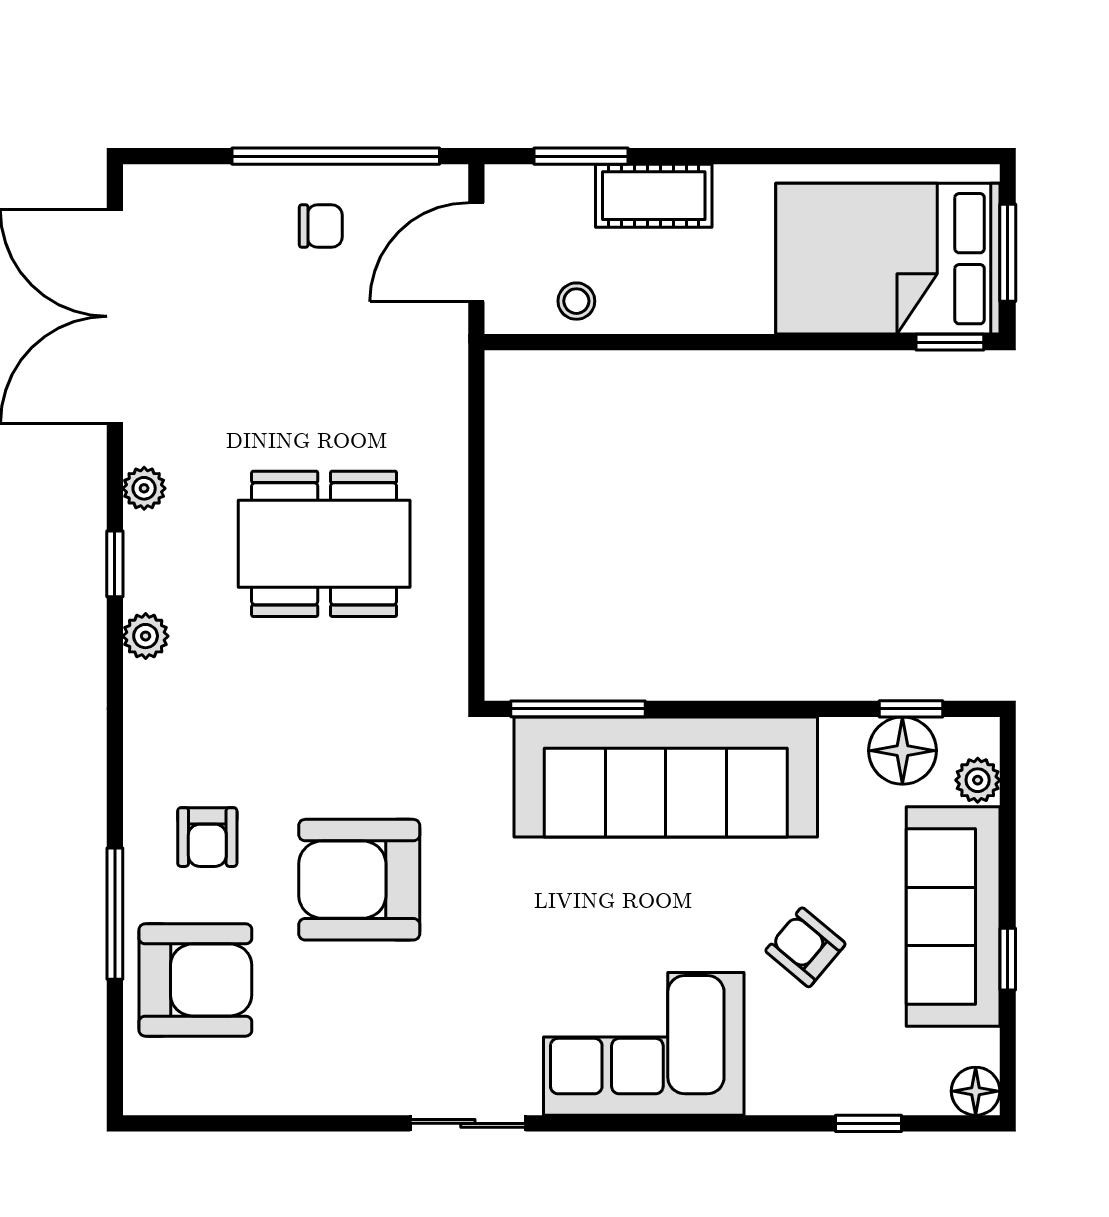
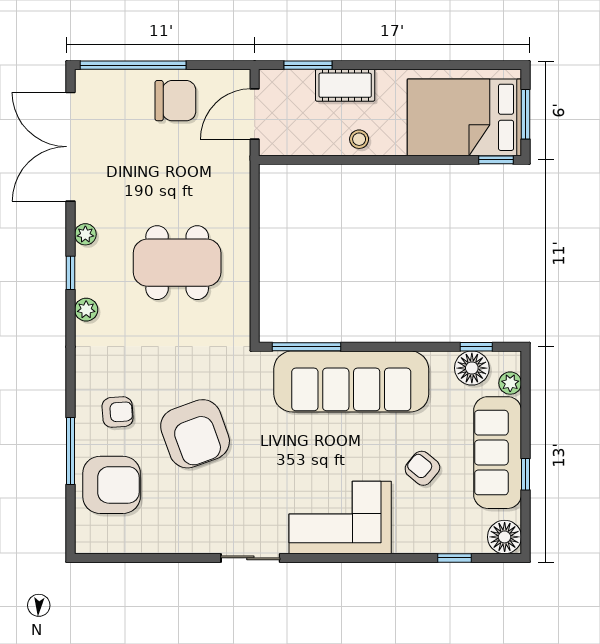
window: (336, 156) -> (133, 65), moved
chair: (321, 226) -> (175, 101), width x1.87, depth x1.87
stool: (576, 301) -> (359, 139), moved
armchair: (207, 837) -> (118, 412), turned -94
armchair: (359, 880) -> (195, 434), turned -110
floor lamp: (976, 1091) -> (505, 537), width x1.38, depth x1.38

